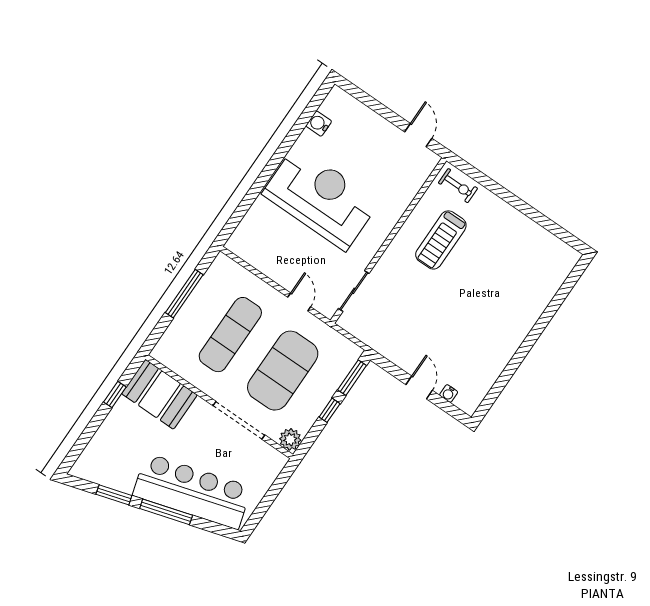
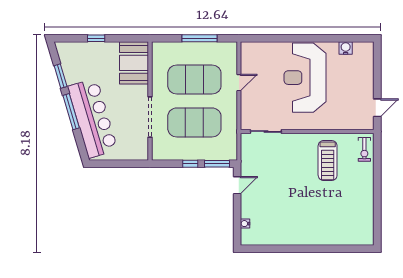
reception desk: (321, 198) -> (305, 78), turned 180
treadmill: (441, 240) -> (328, 161), turned -90
door: (299, 302) -> (239, 83), moved
exercise mat: (230, 335) -> (194, 79), width x1.47
door: (419, 388) -> (237, 185), moved
window: (115, 395) -> (96, 38), moved
plant: (290, 439) -> (159, 153), removed

